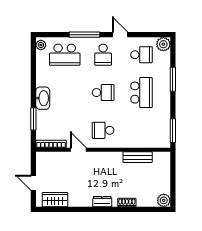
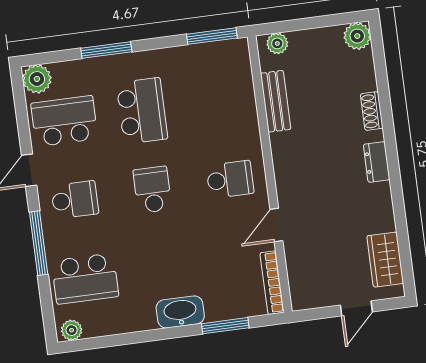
school desk: (65, 55) -> (85, 279), turned 90
school desk: (141, 55) -> (64, 121), width x1.85
school desk: (141, 93) -> (142, 111), turned 90
school desk: (103, 130) -> (230, 179), turned -90
plant: (165, 162) -> (277, 43), added

